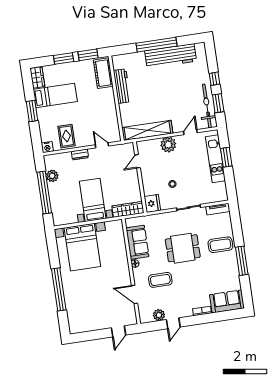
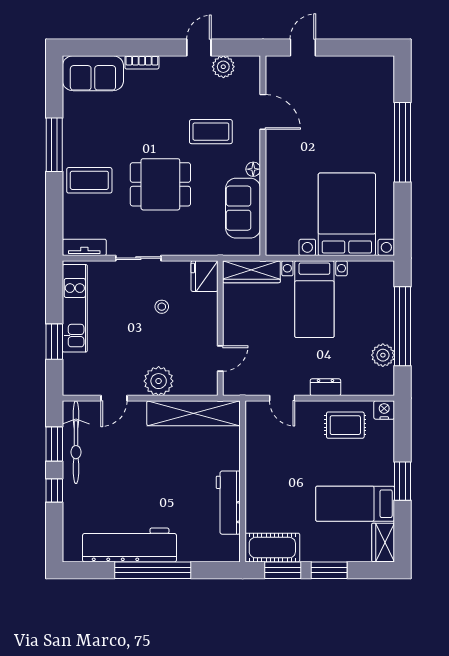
cot: (103, 73) -> (272, 548), moved, turned 90
rug: (66, 136) -> (345, 425), turned 90
kitchen unit: (215, 159) -> (75, 308), moved

